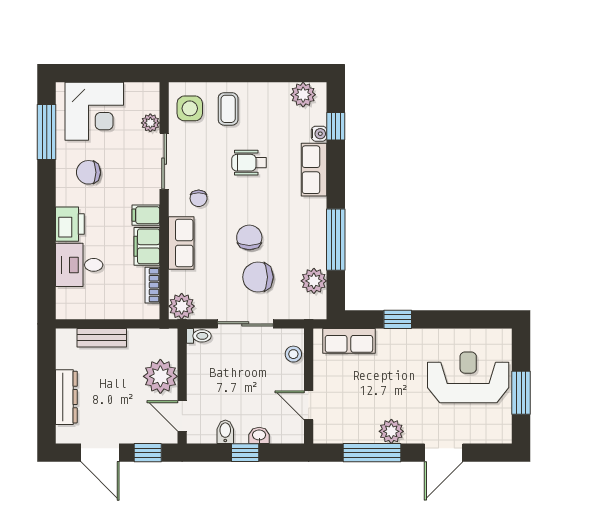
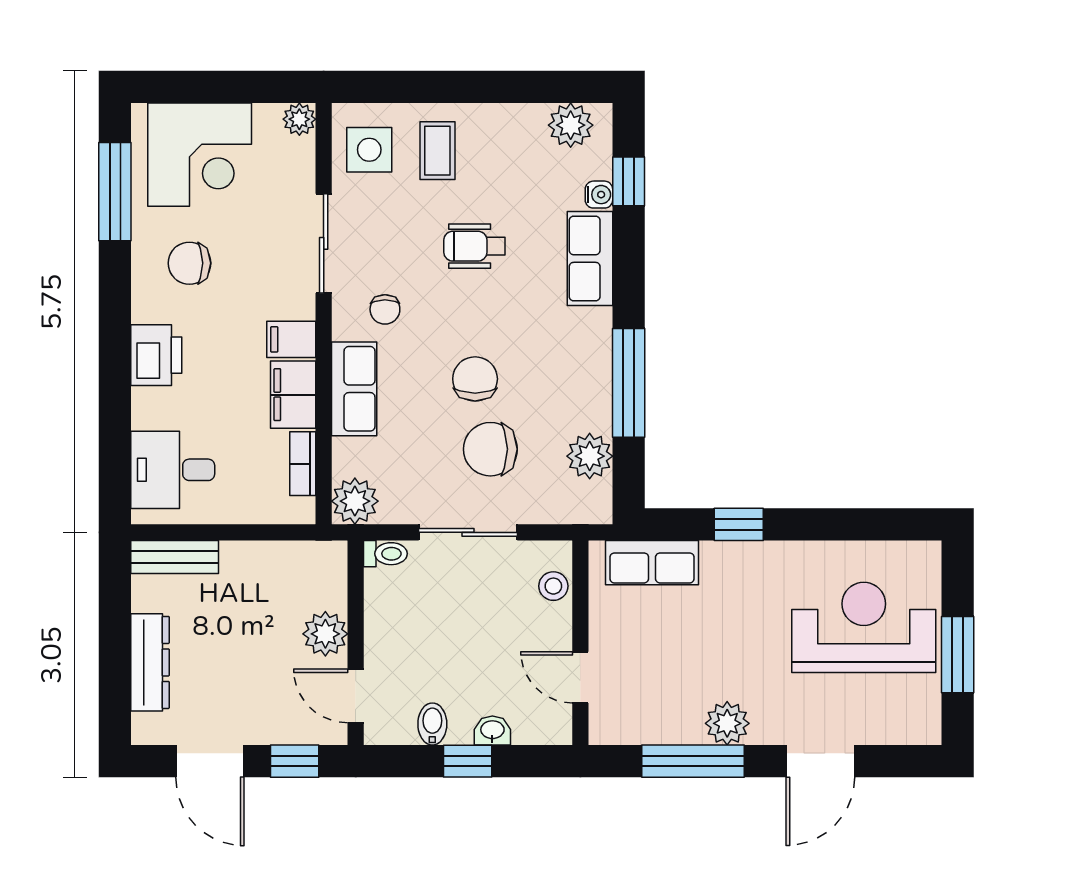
plant: (150, 123) -> (299, 119), moved
desk: (79, 265) -> (173, 470), moved
bench: (102, 338) -> (175, 557), moved
plant: (160, 376) -> (325, 634), width x0.73, depth x0.73

